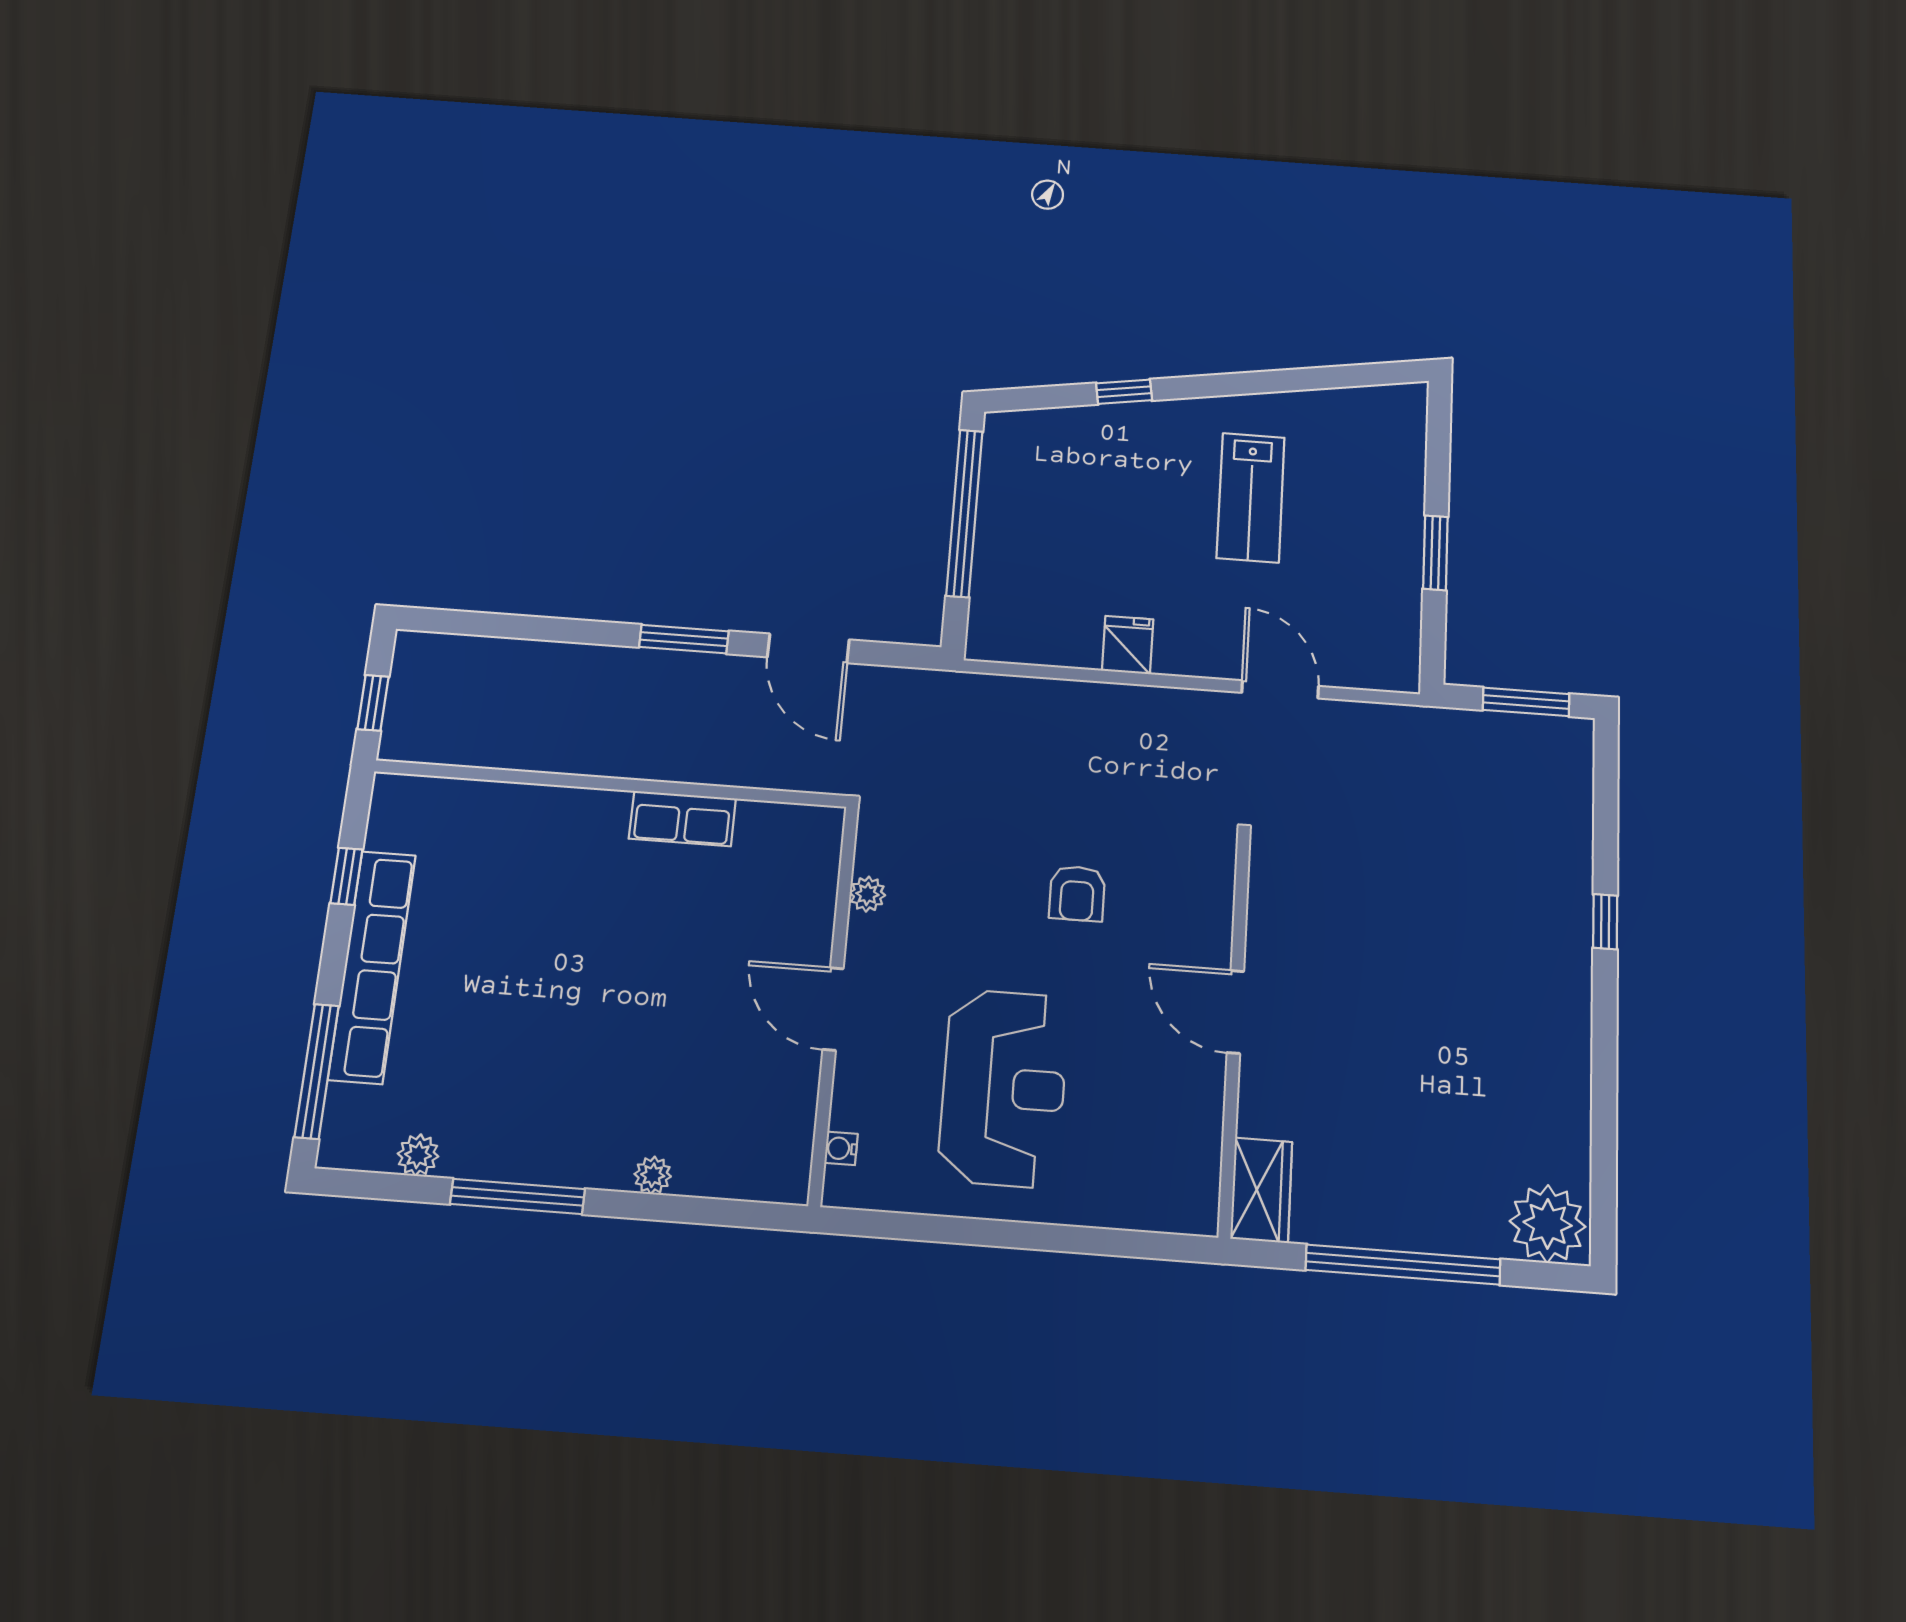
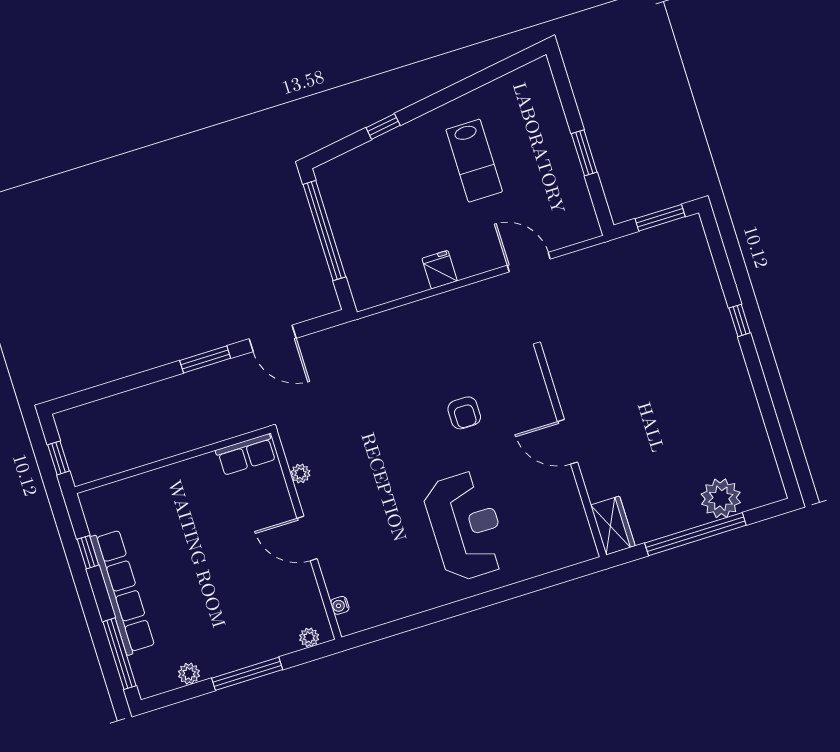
plant: (867, 894) -> (300, 474), moved
wall: (834, 1002) -> (306, 535), moved
door: (833, 1009) -> (307, 539), moved
water cooler: (841, 1148) -> (340, 605), moved
plant: (1548, 1224) -> (721, 498), moved

